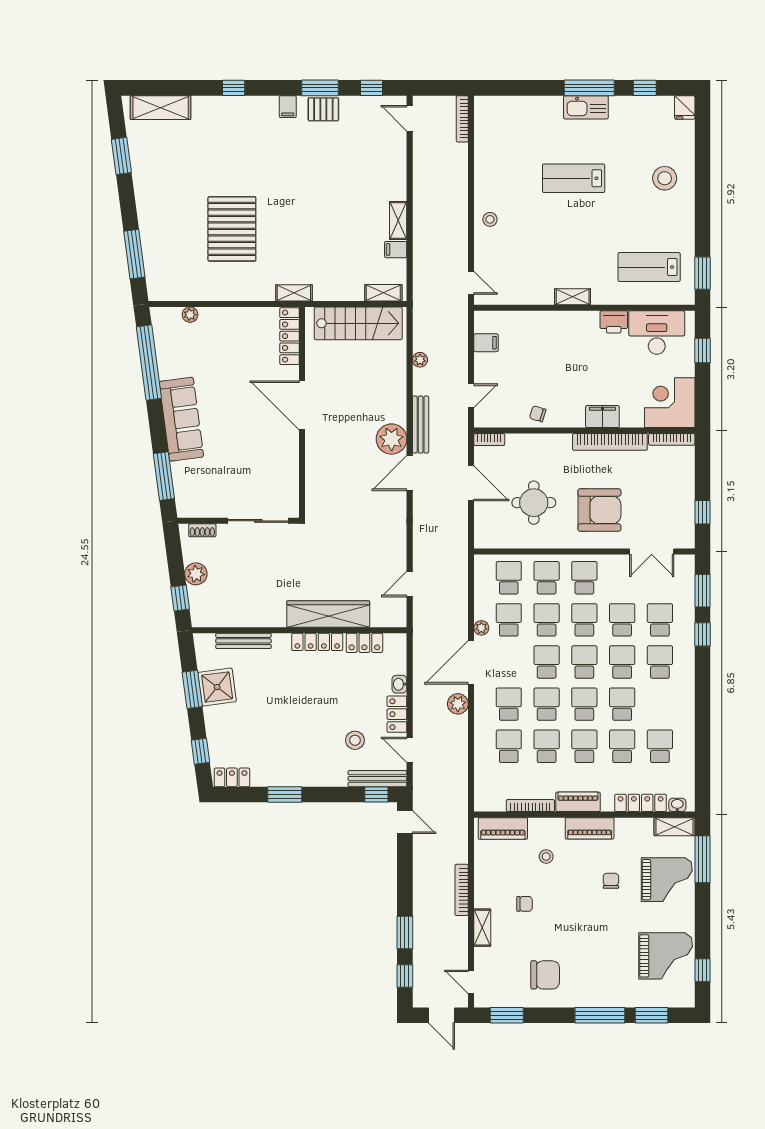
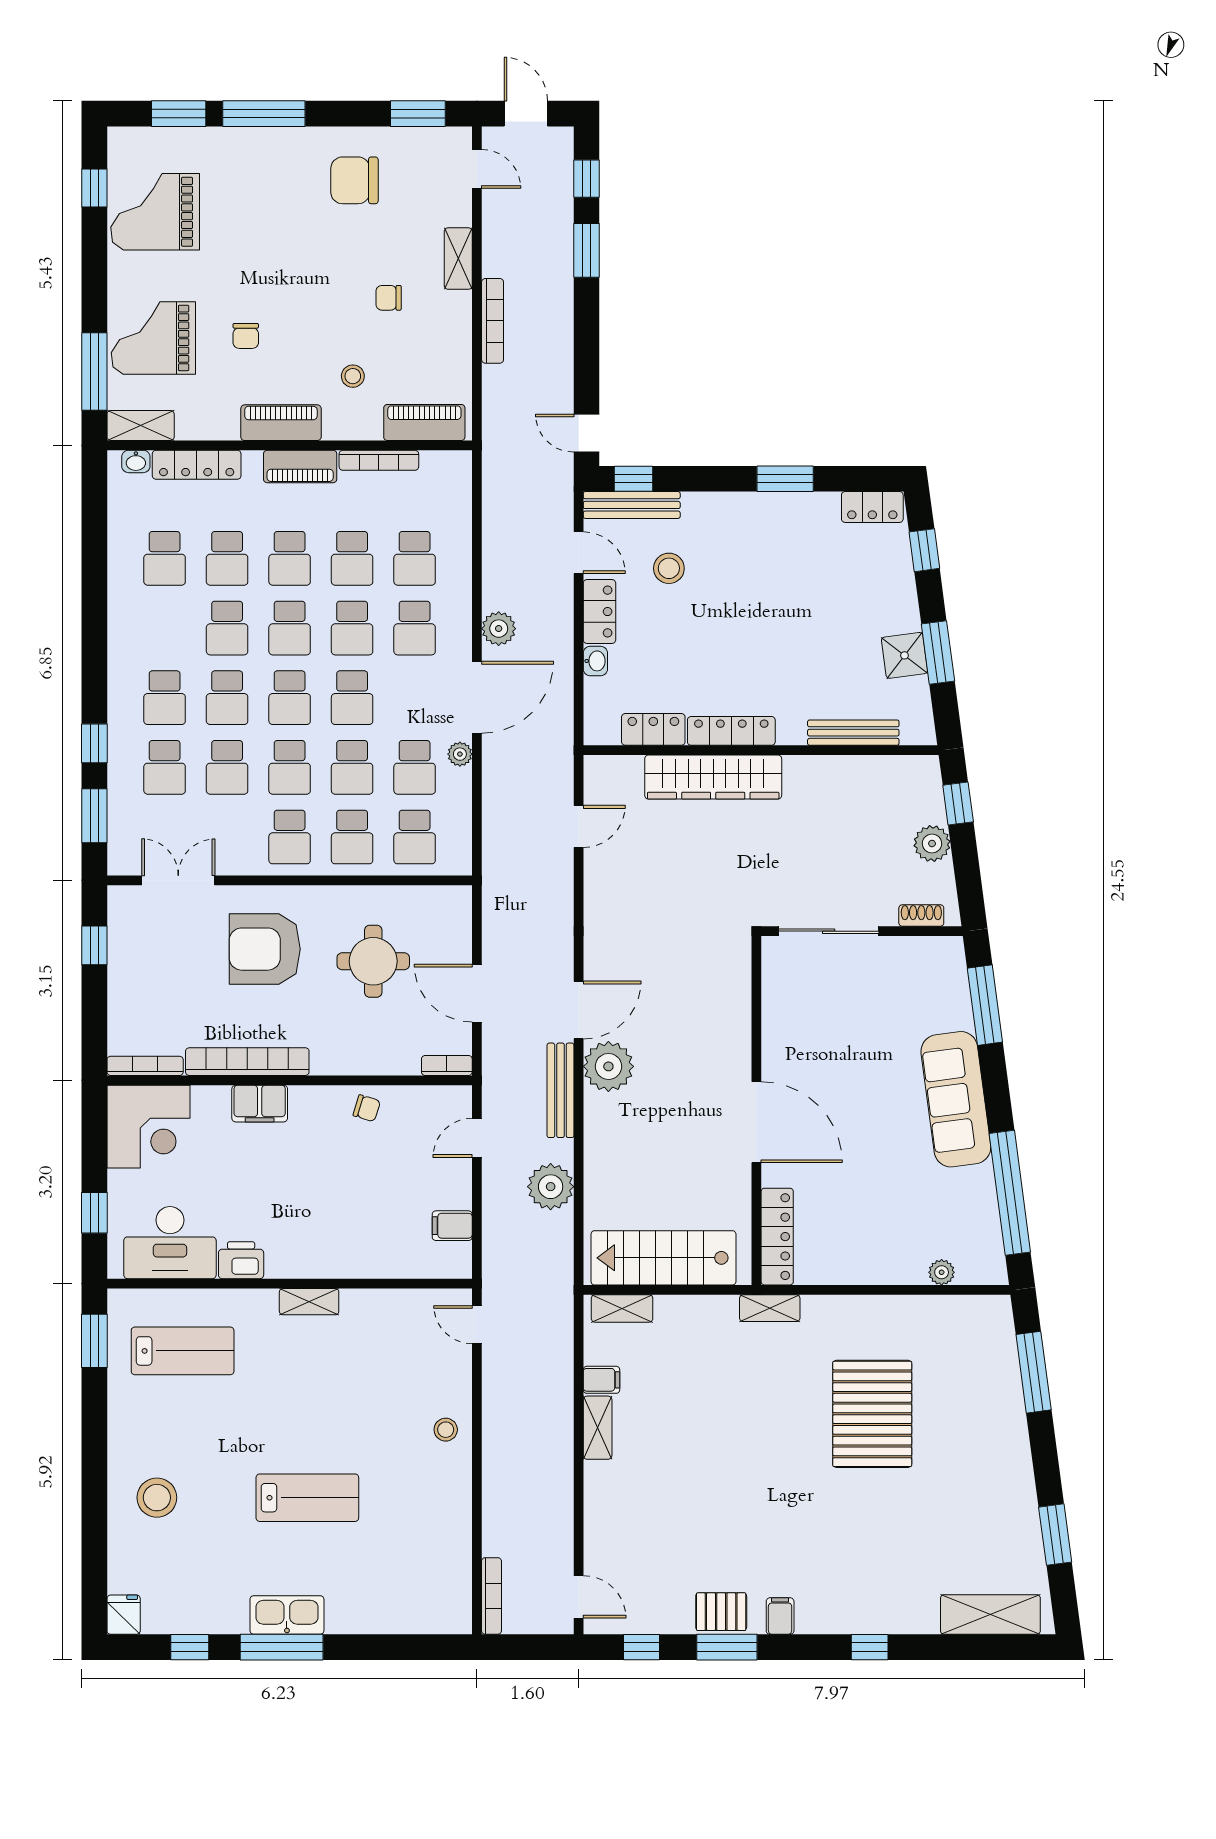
plant: (420, 360) -> (551, 1187), width x1.88, depth x1.88
shower: (217, 687) -> (904, 655), width x0.73, depth x0.73

